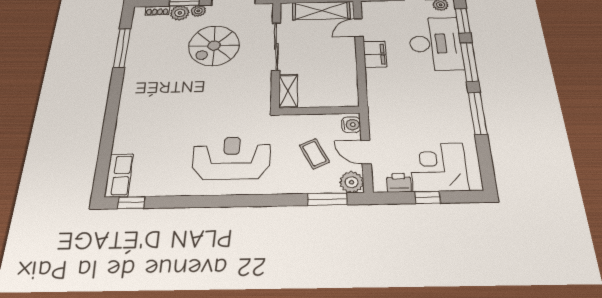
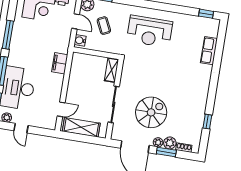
window: (122, 48) -> (207, 122), width x0.46
filing cabinet: (375, 54) -> (60, 63), moved
row of seats: (119, 175) -> (209, 51), moved

